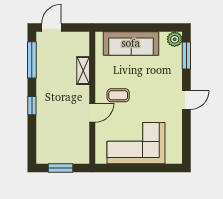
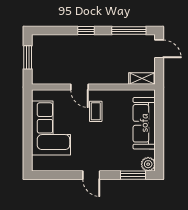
shelving: (83, 71) -> (142, 79), moved

